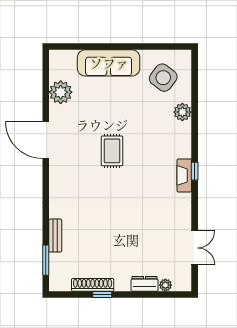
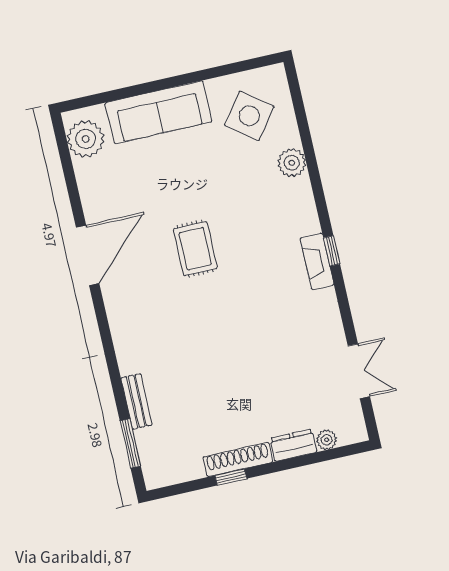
plant: (61, 92) -> (86, 139), moved
door: (46, 140) -> (88, 255), swing flipped
shoe rack: (93, 285) -> (238, 460), moved

